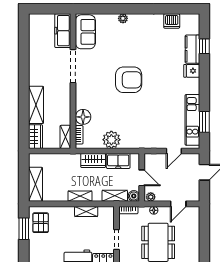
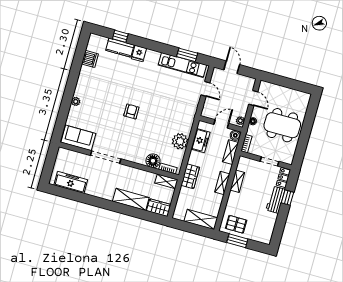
freezer: (63, 31) -> (71, 182), moved, turned 180
armchair: (129, 80) -> (131, 111), width x0.53, depth x0.53
wardrobe: (93, 160) -> (190, 176), moved

